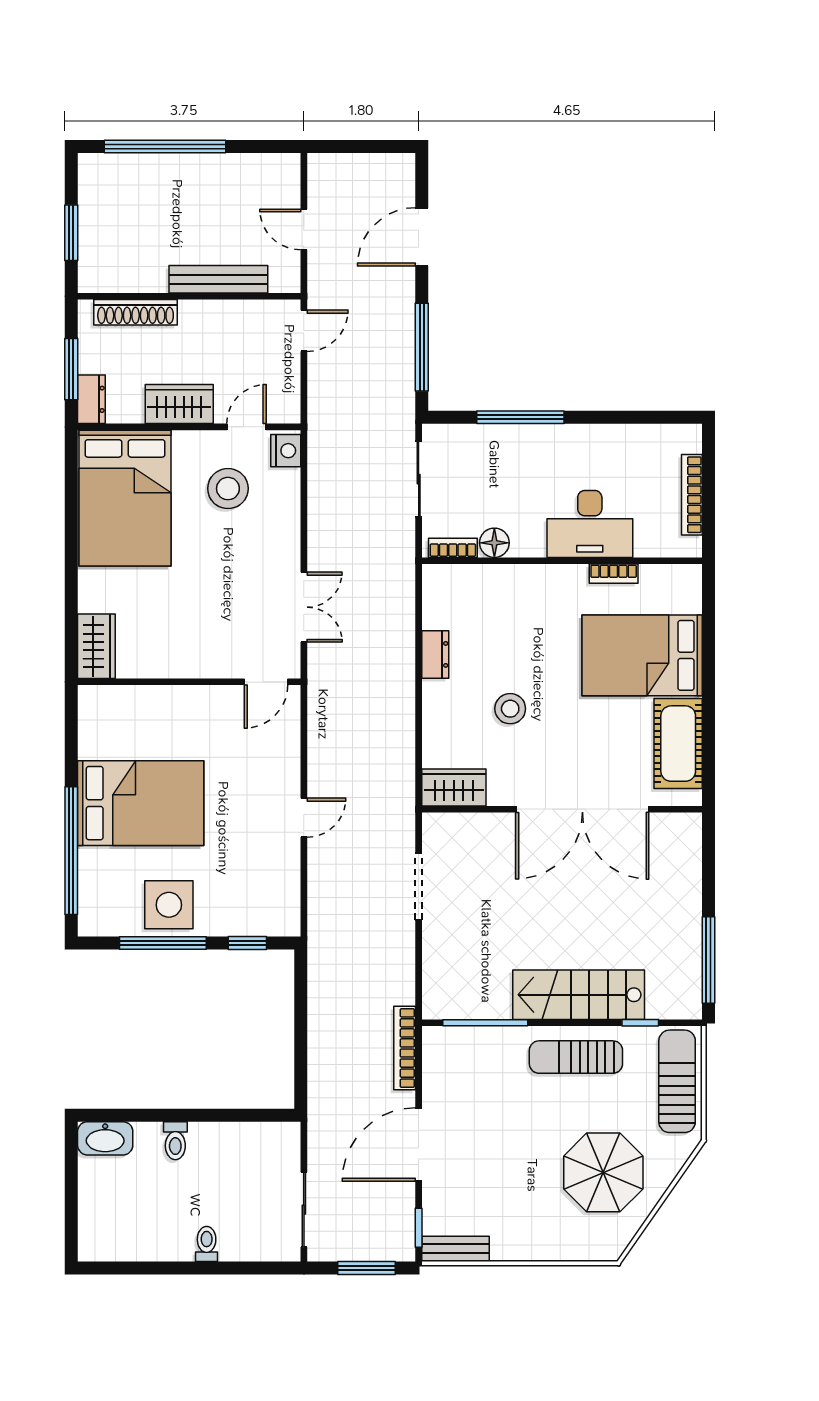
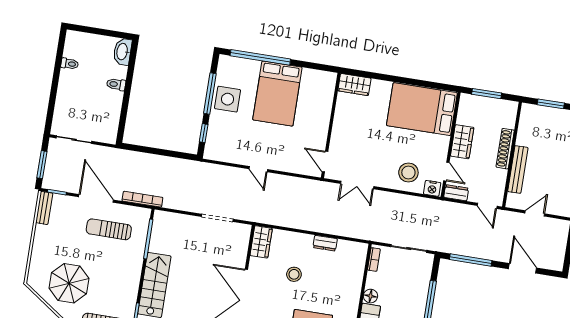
shoe rack: (136, 312) -> (505, 149), moved
dresser: (91, 399) -> (456, 193), moved, turned 180
stool: (228, 489) -> (408, 173), moved
floor lamp: (494, 543) -> (370, 296), moved
sun lounger: (576, 1057) -> (109, 229), moved, turned -90
toilet: (207, 1244) -> (70, 64), moved

